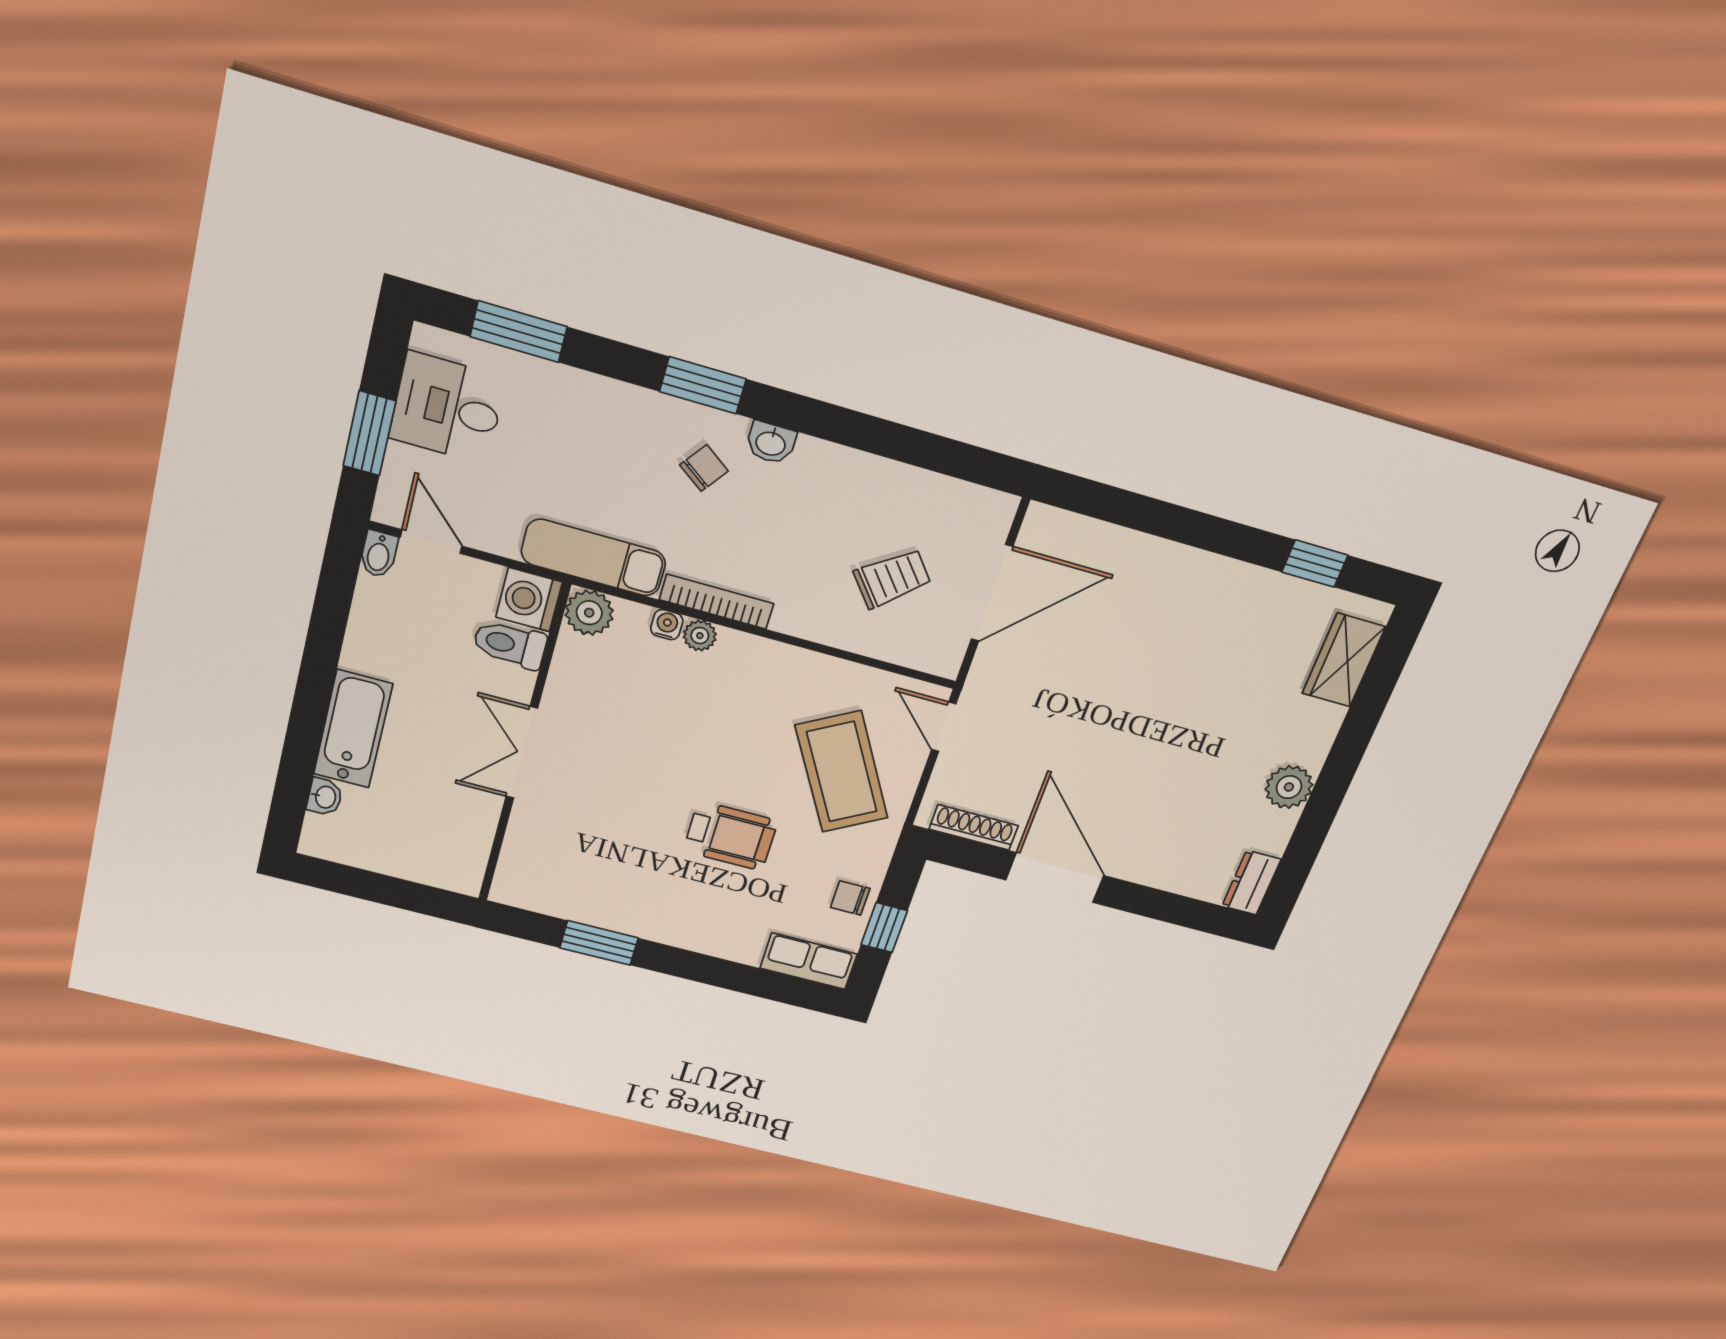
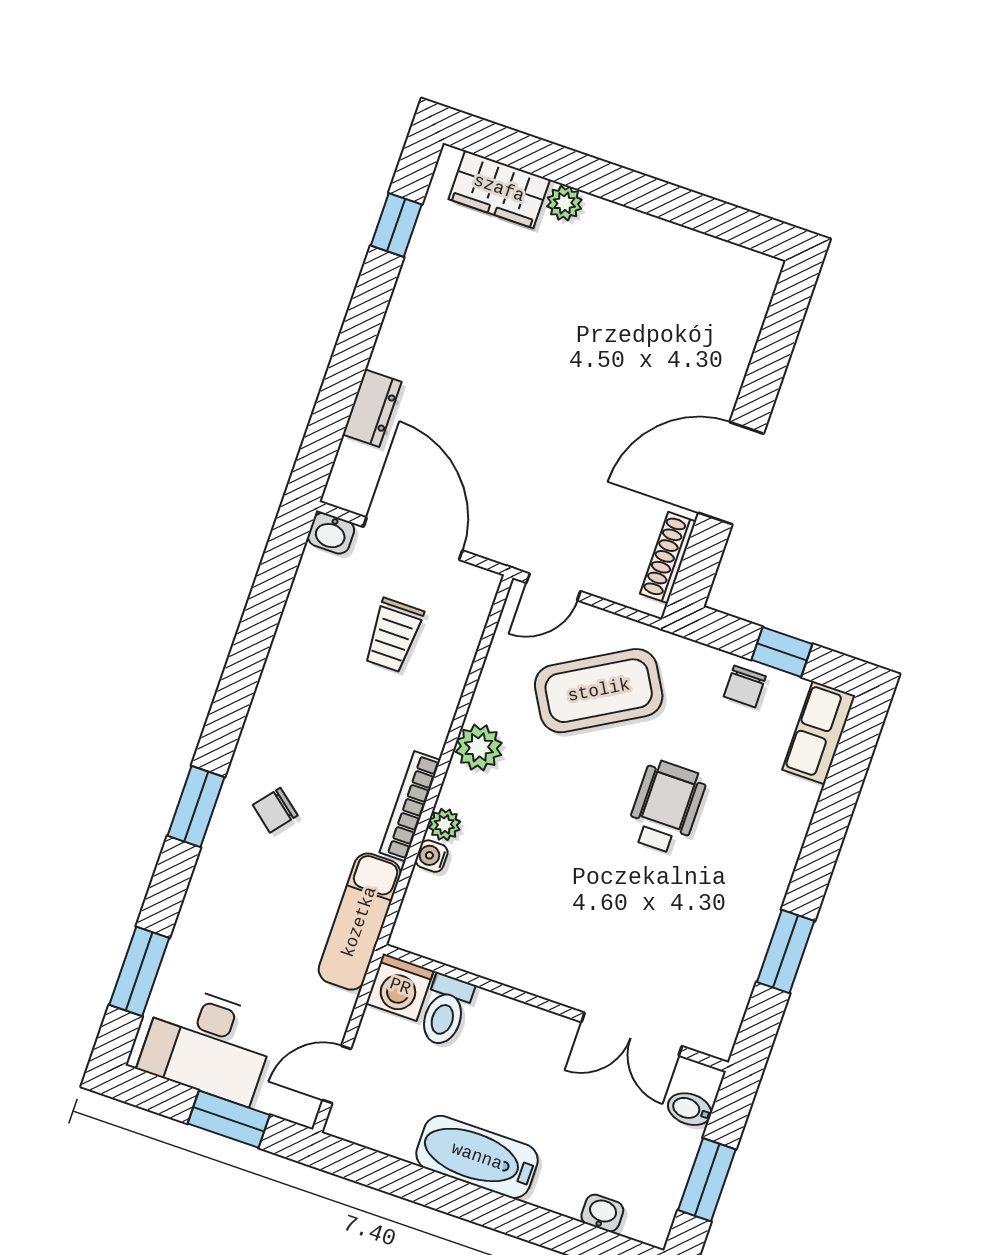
desk: (448, 408) -> (208, 1044), width x1.37
washbasin: (771, 443) -> (331, 533), moved, turned 90
chair: (704, 468) -> (275, 810), turned -87
bidet: (379, 554) -> (690, 1109), moved, turned 180
trolley: (892, 578) -> (393, 635), turned -141
plant: (589, 613) -> (479, 747), moved
bathtub: (353, 729) -> (477, 1157), moved
double door: (522, 753) -> (632, 1034), moved
plant: (1289, 787) -> (564, 203), moved, width x0.73, depth x0.73
dresser: (1251, 883) -> (372, 408), moved, turned -90
window: (371, 886) -> (707, 1180), added

